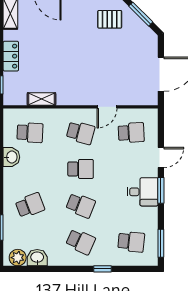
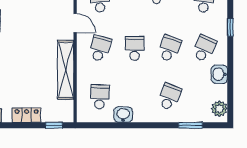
shelving: (41, 99) -> (66, 70), width x2.20, depth x1.33
school desk: (30, 205) -> (169, 97), turned 42
washbasin: (37, 258) -> (219, 74), moved

